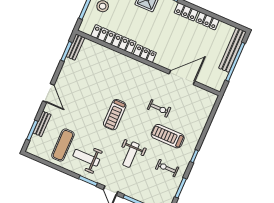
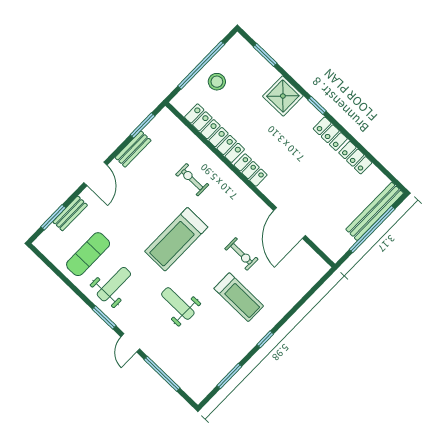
bench: (75, 47) -> (133, 149), moved
door: (182, 78) -> (290, 223), swing flipped
treadmill: (115, 115) -> (176, 239), width x1.37, depth x1.38
treadmill: (168, 136) -> (239, 297), turned 180
weight bench: (131, 155) -> (178, 303), turned 90
weight bench: (86, 158) -> (114, 284), turned 90
exercise bike: (167, 168) -> (192, 180), moved

